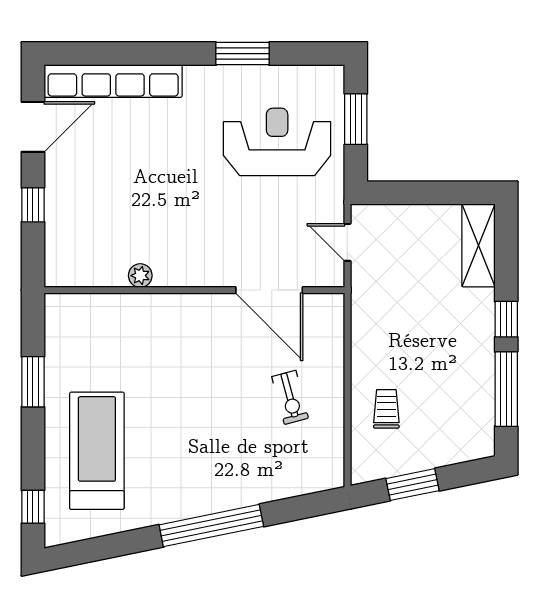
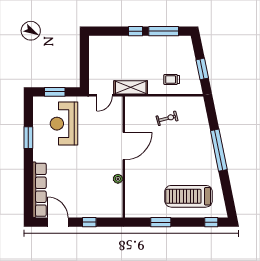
shelving: (478, 245) -> (131, 87), moved
door: (269, 290) -> (124, 146), moved

